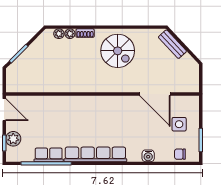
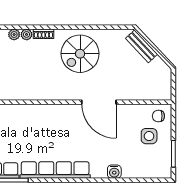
spiral stairs: (118, 51) -> (80, 54), turned 90
door: (155, 94) -> (99, 102), moved
chair: (180, 154) -> (158, 116), moved

